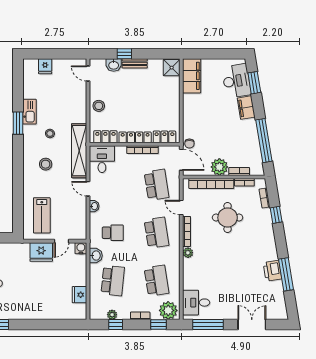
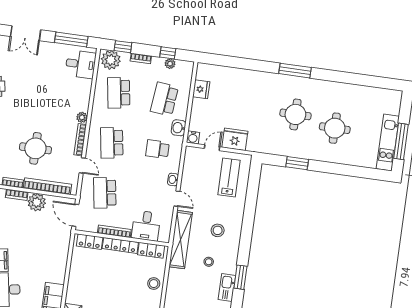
chair: (189, 144) -> (65, 231), removed
desk: (102, 159) -> (146, 226), moved

